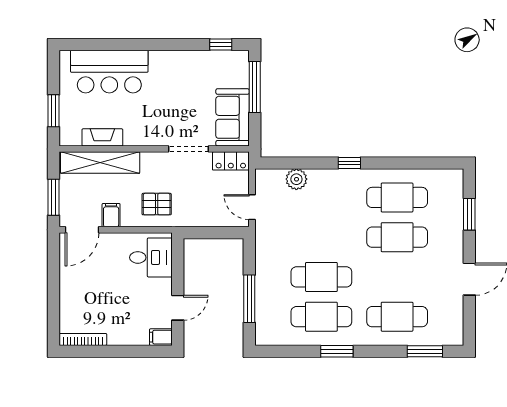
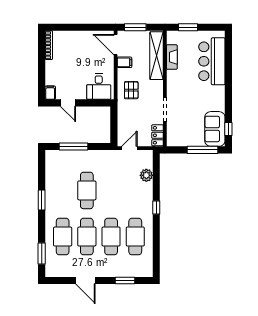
sofa: (233, 117) -> (215, 129), moved, turned -90
cafe table: (321, 317) -> (87, 237), moved

